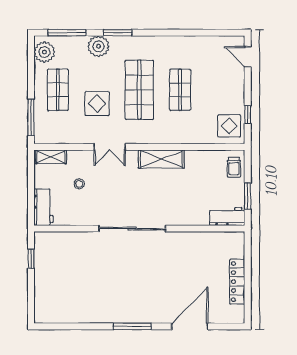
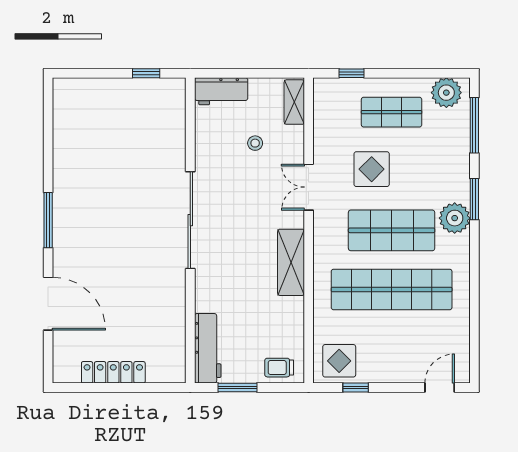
plant: (98, 46) -> (455, 218), moved
shop shelf: (180, 90) -> (392, 289), width x2.00, depth x1.36
window: (31, 117) -> (352, 73), width x0.46
workbench: (227, 217) -> (208, 348), width x1.37

